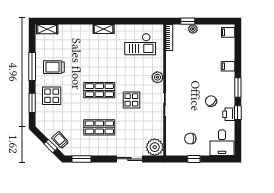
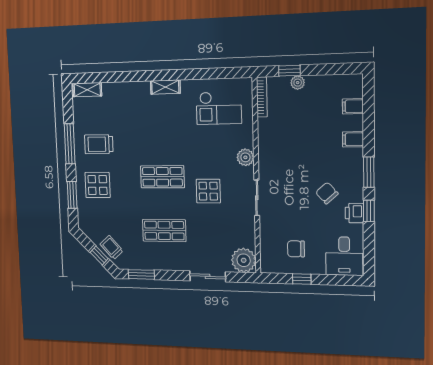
filing cabinet: (228, 32) -> (353, 106), moved

